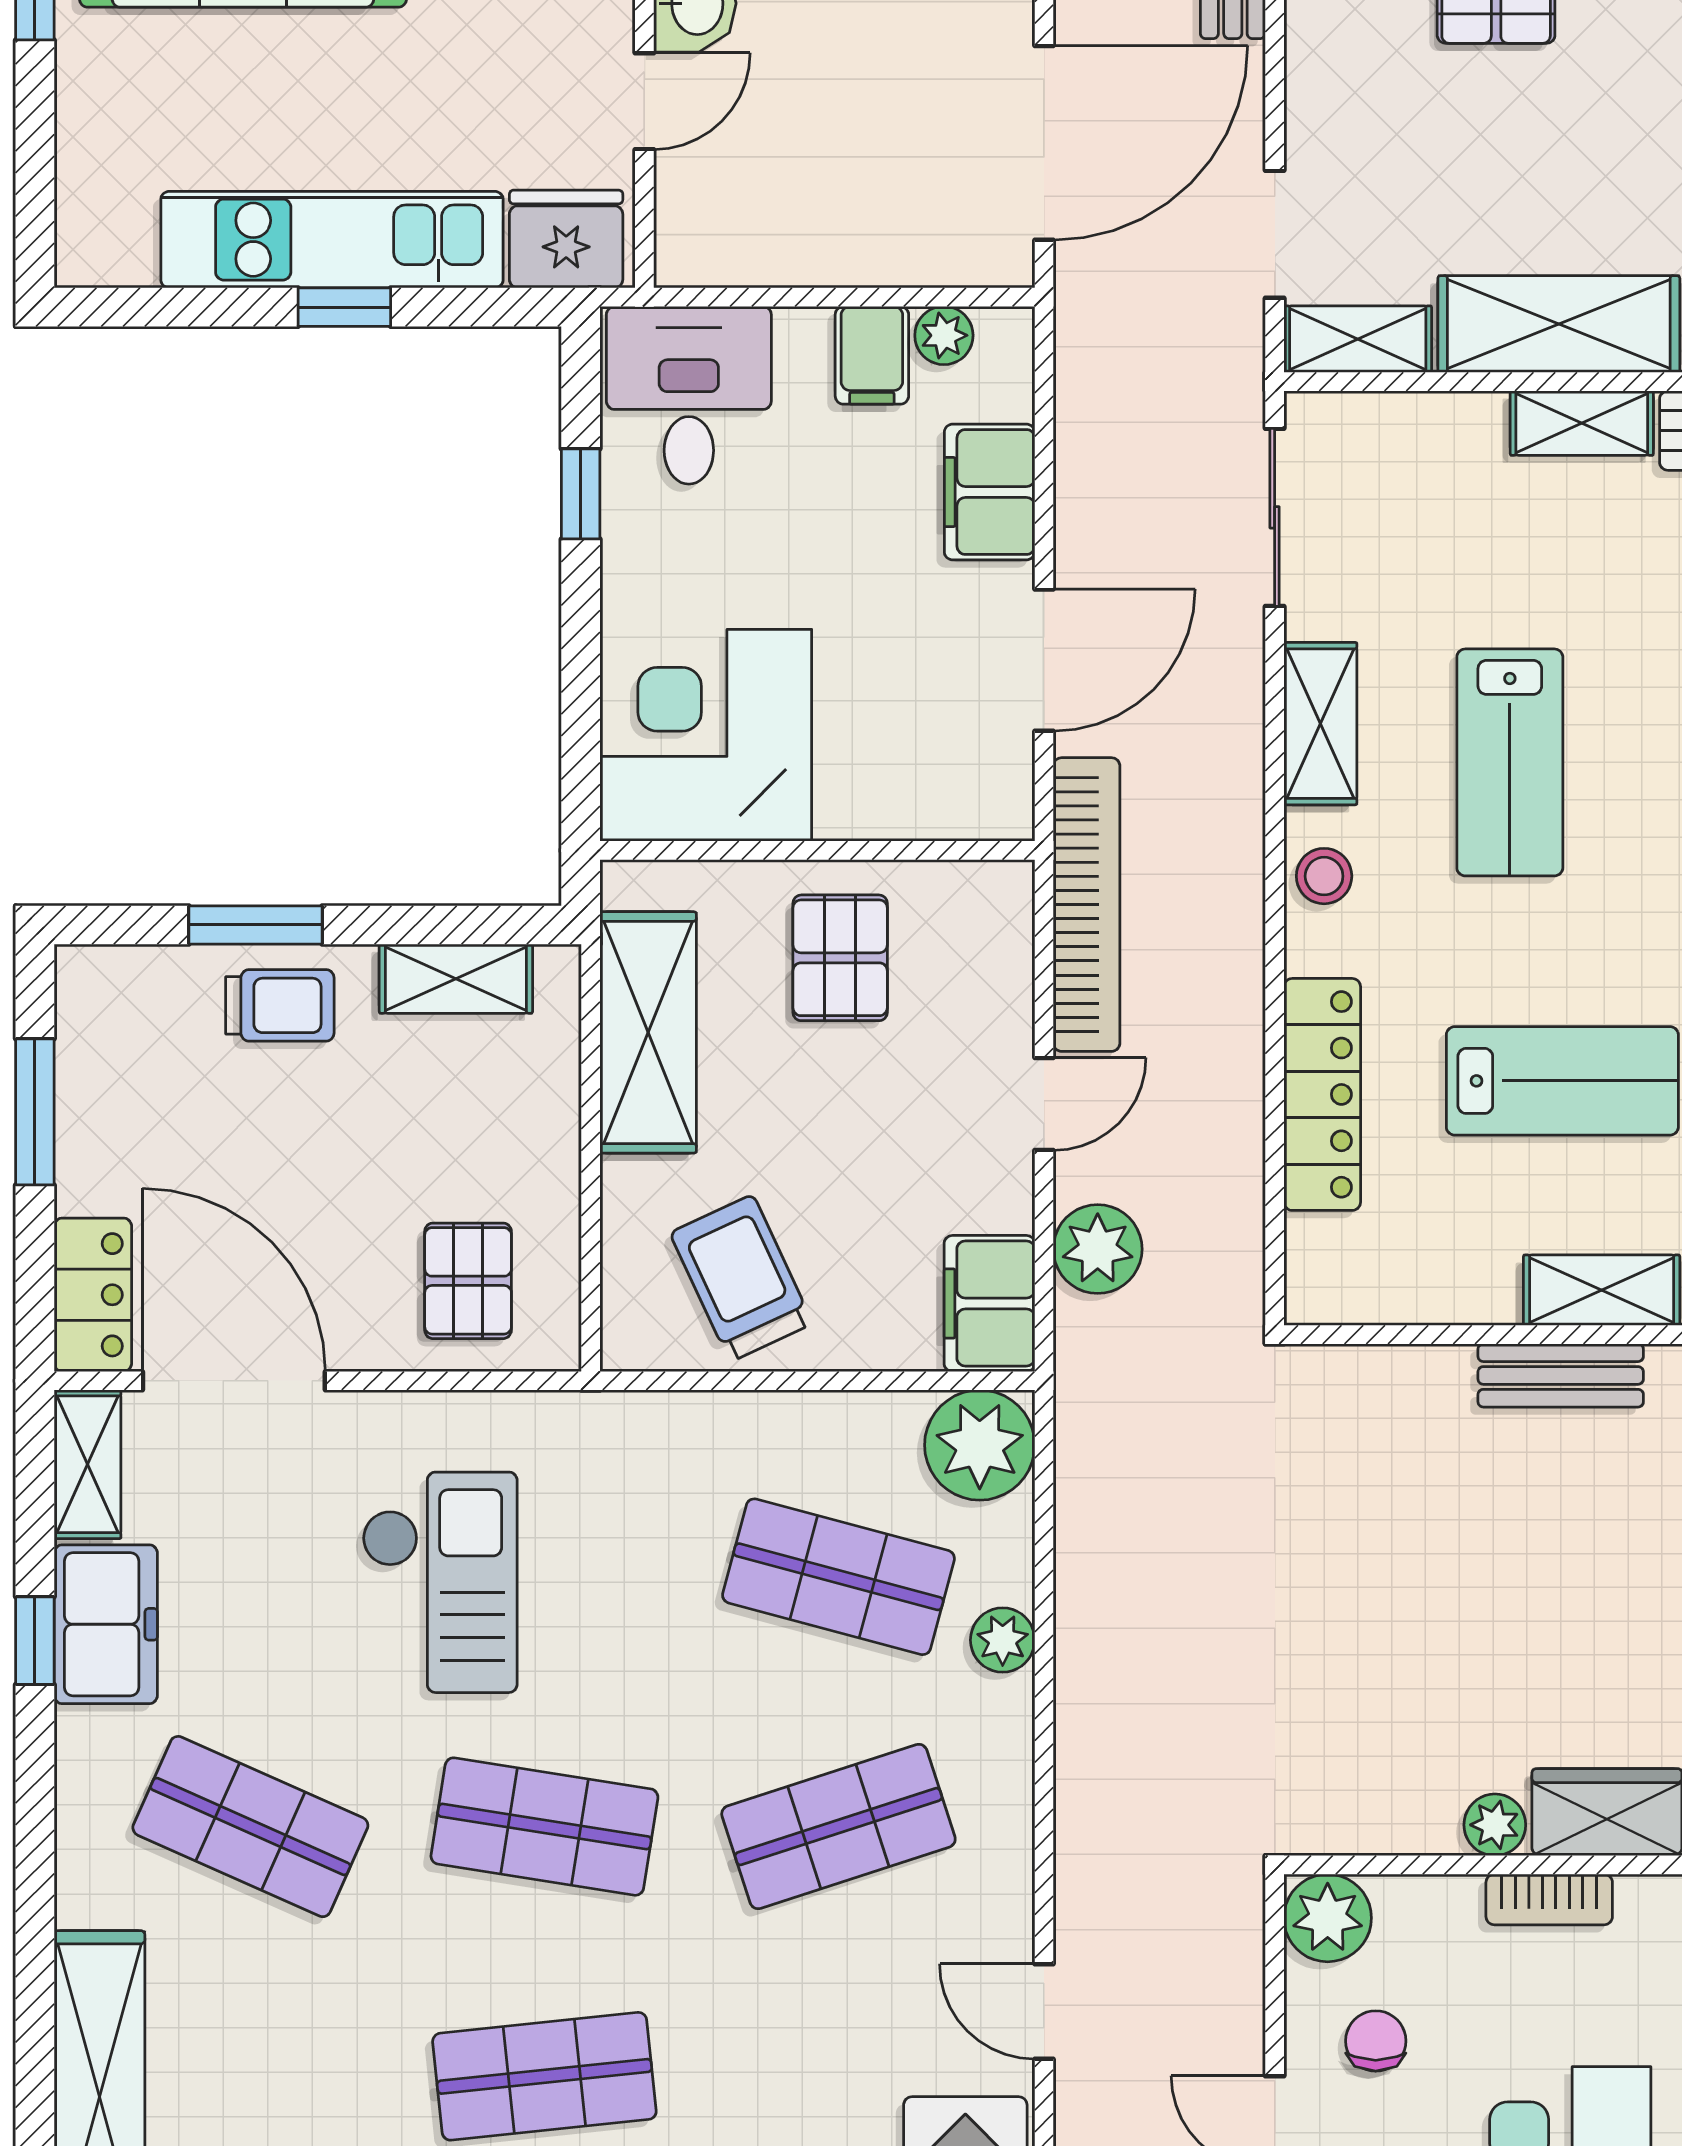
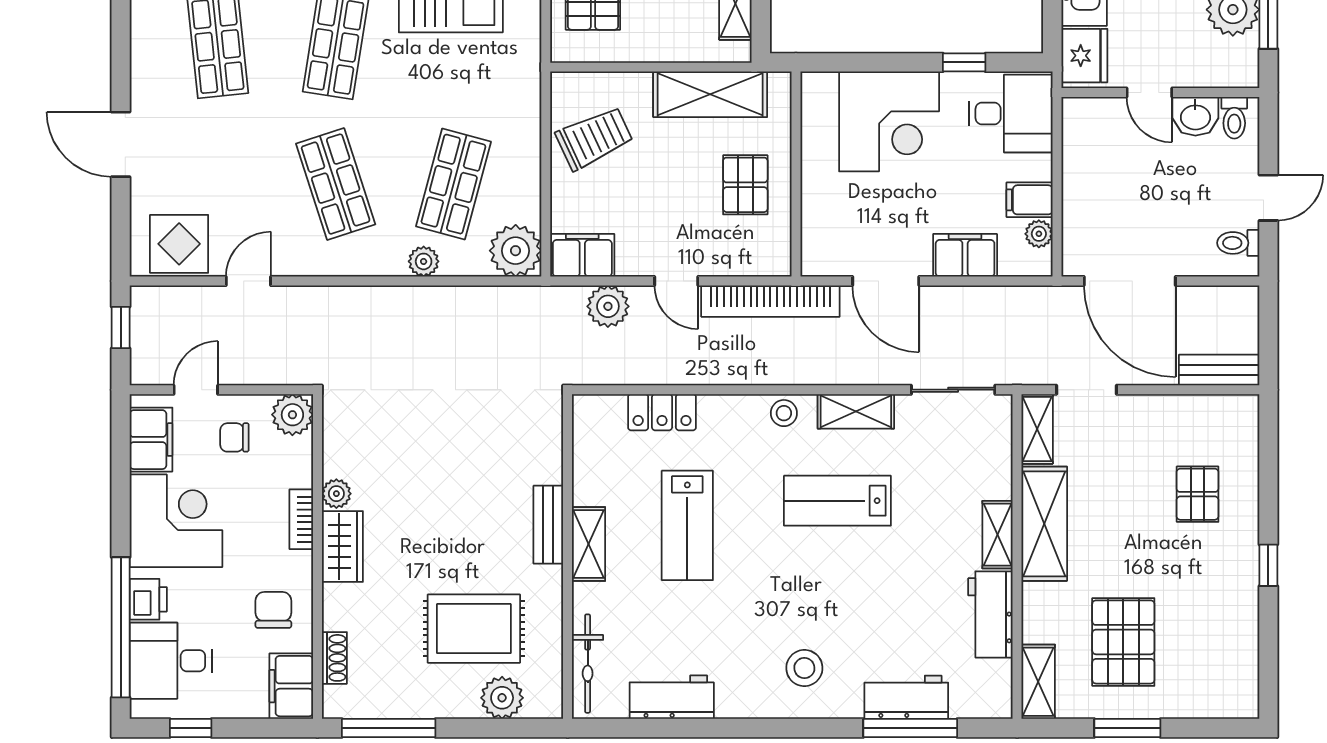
corner desk: (706, 735) -> (889, 121), moved, turned 90
pallet: (840, 958) -> (745, 185), turned 90
locker: (1322, 1094) -> (662, 412), width x0.66
chair: (1376, 2041) -> (234, 437), turned 180

